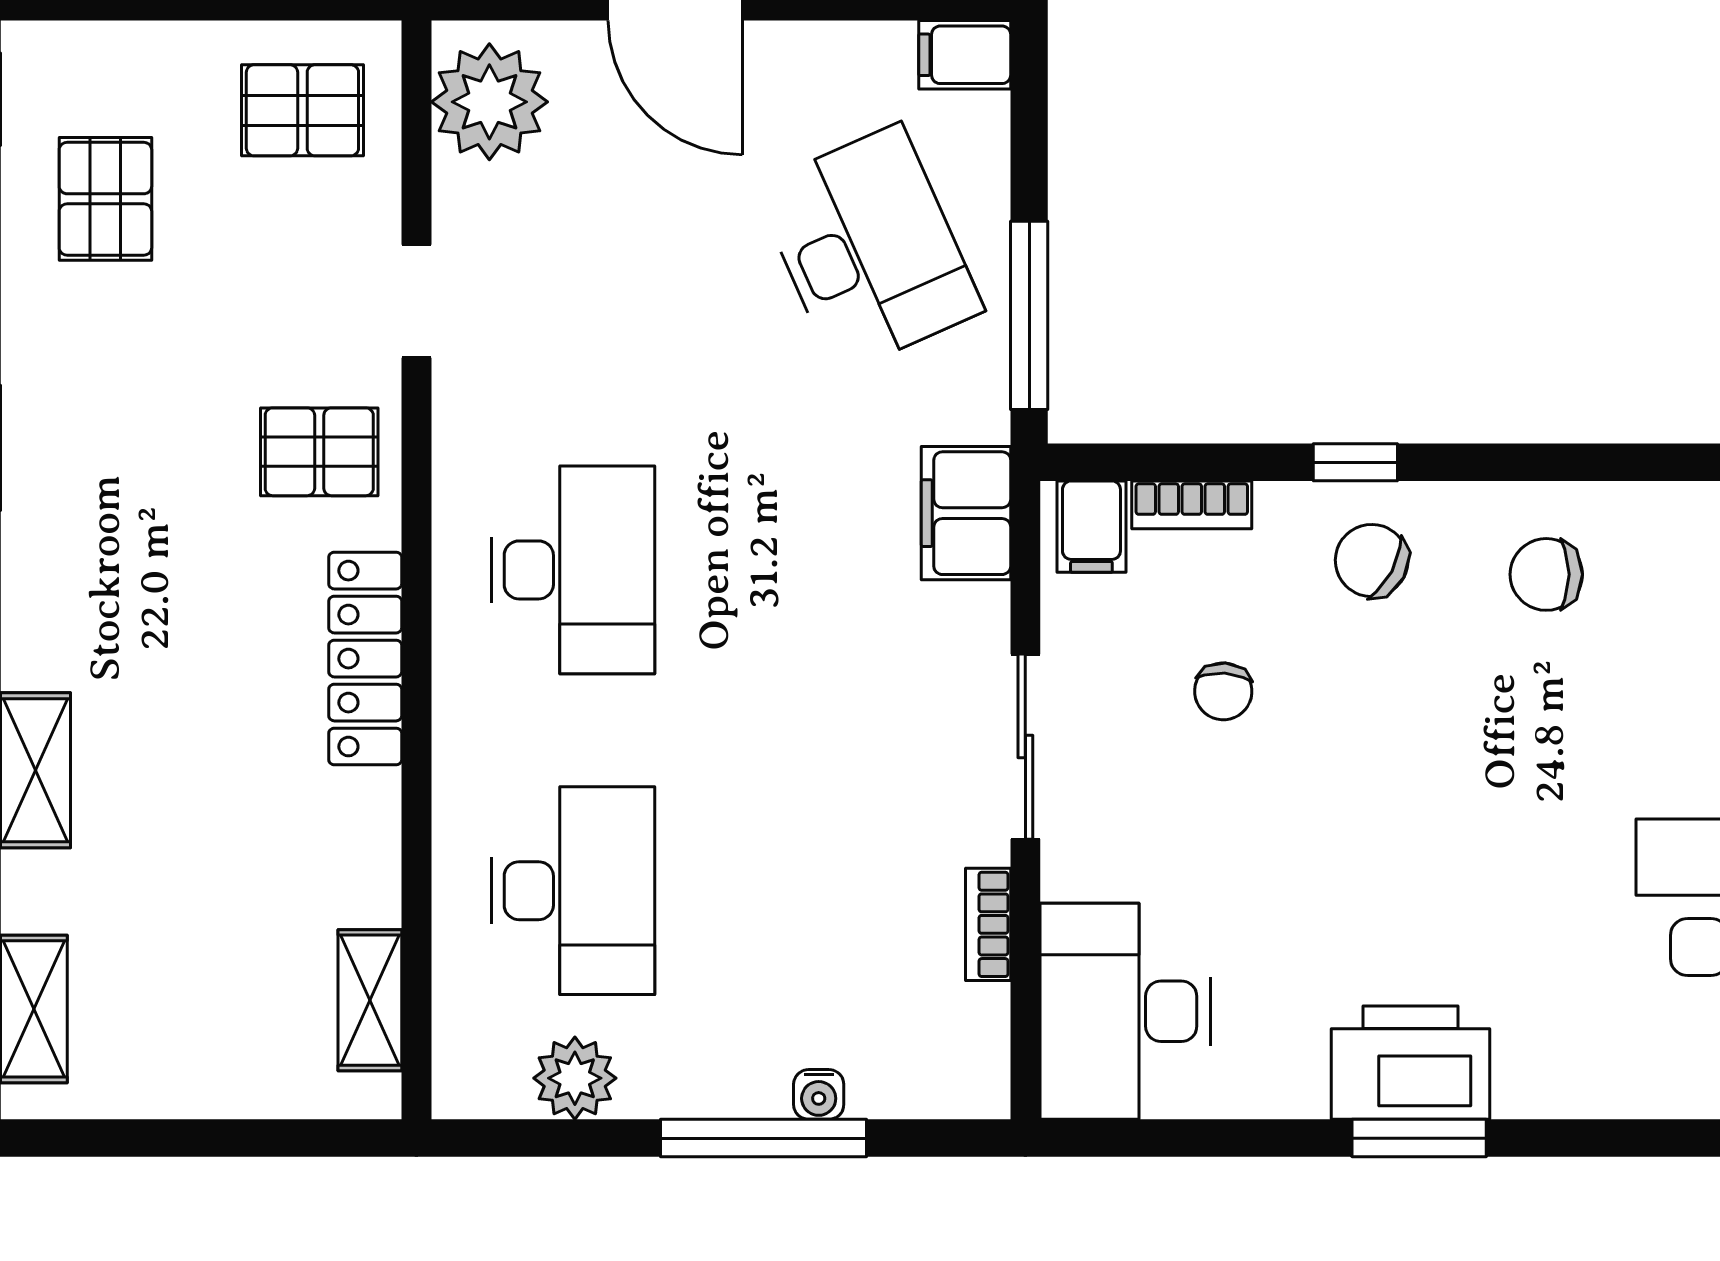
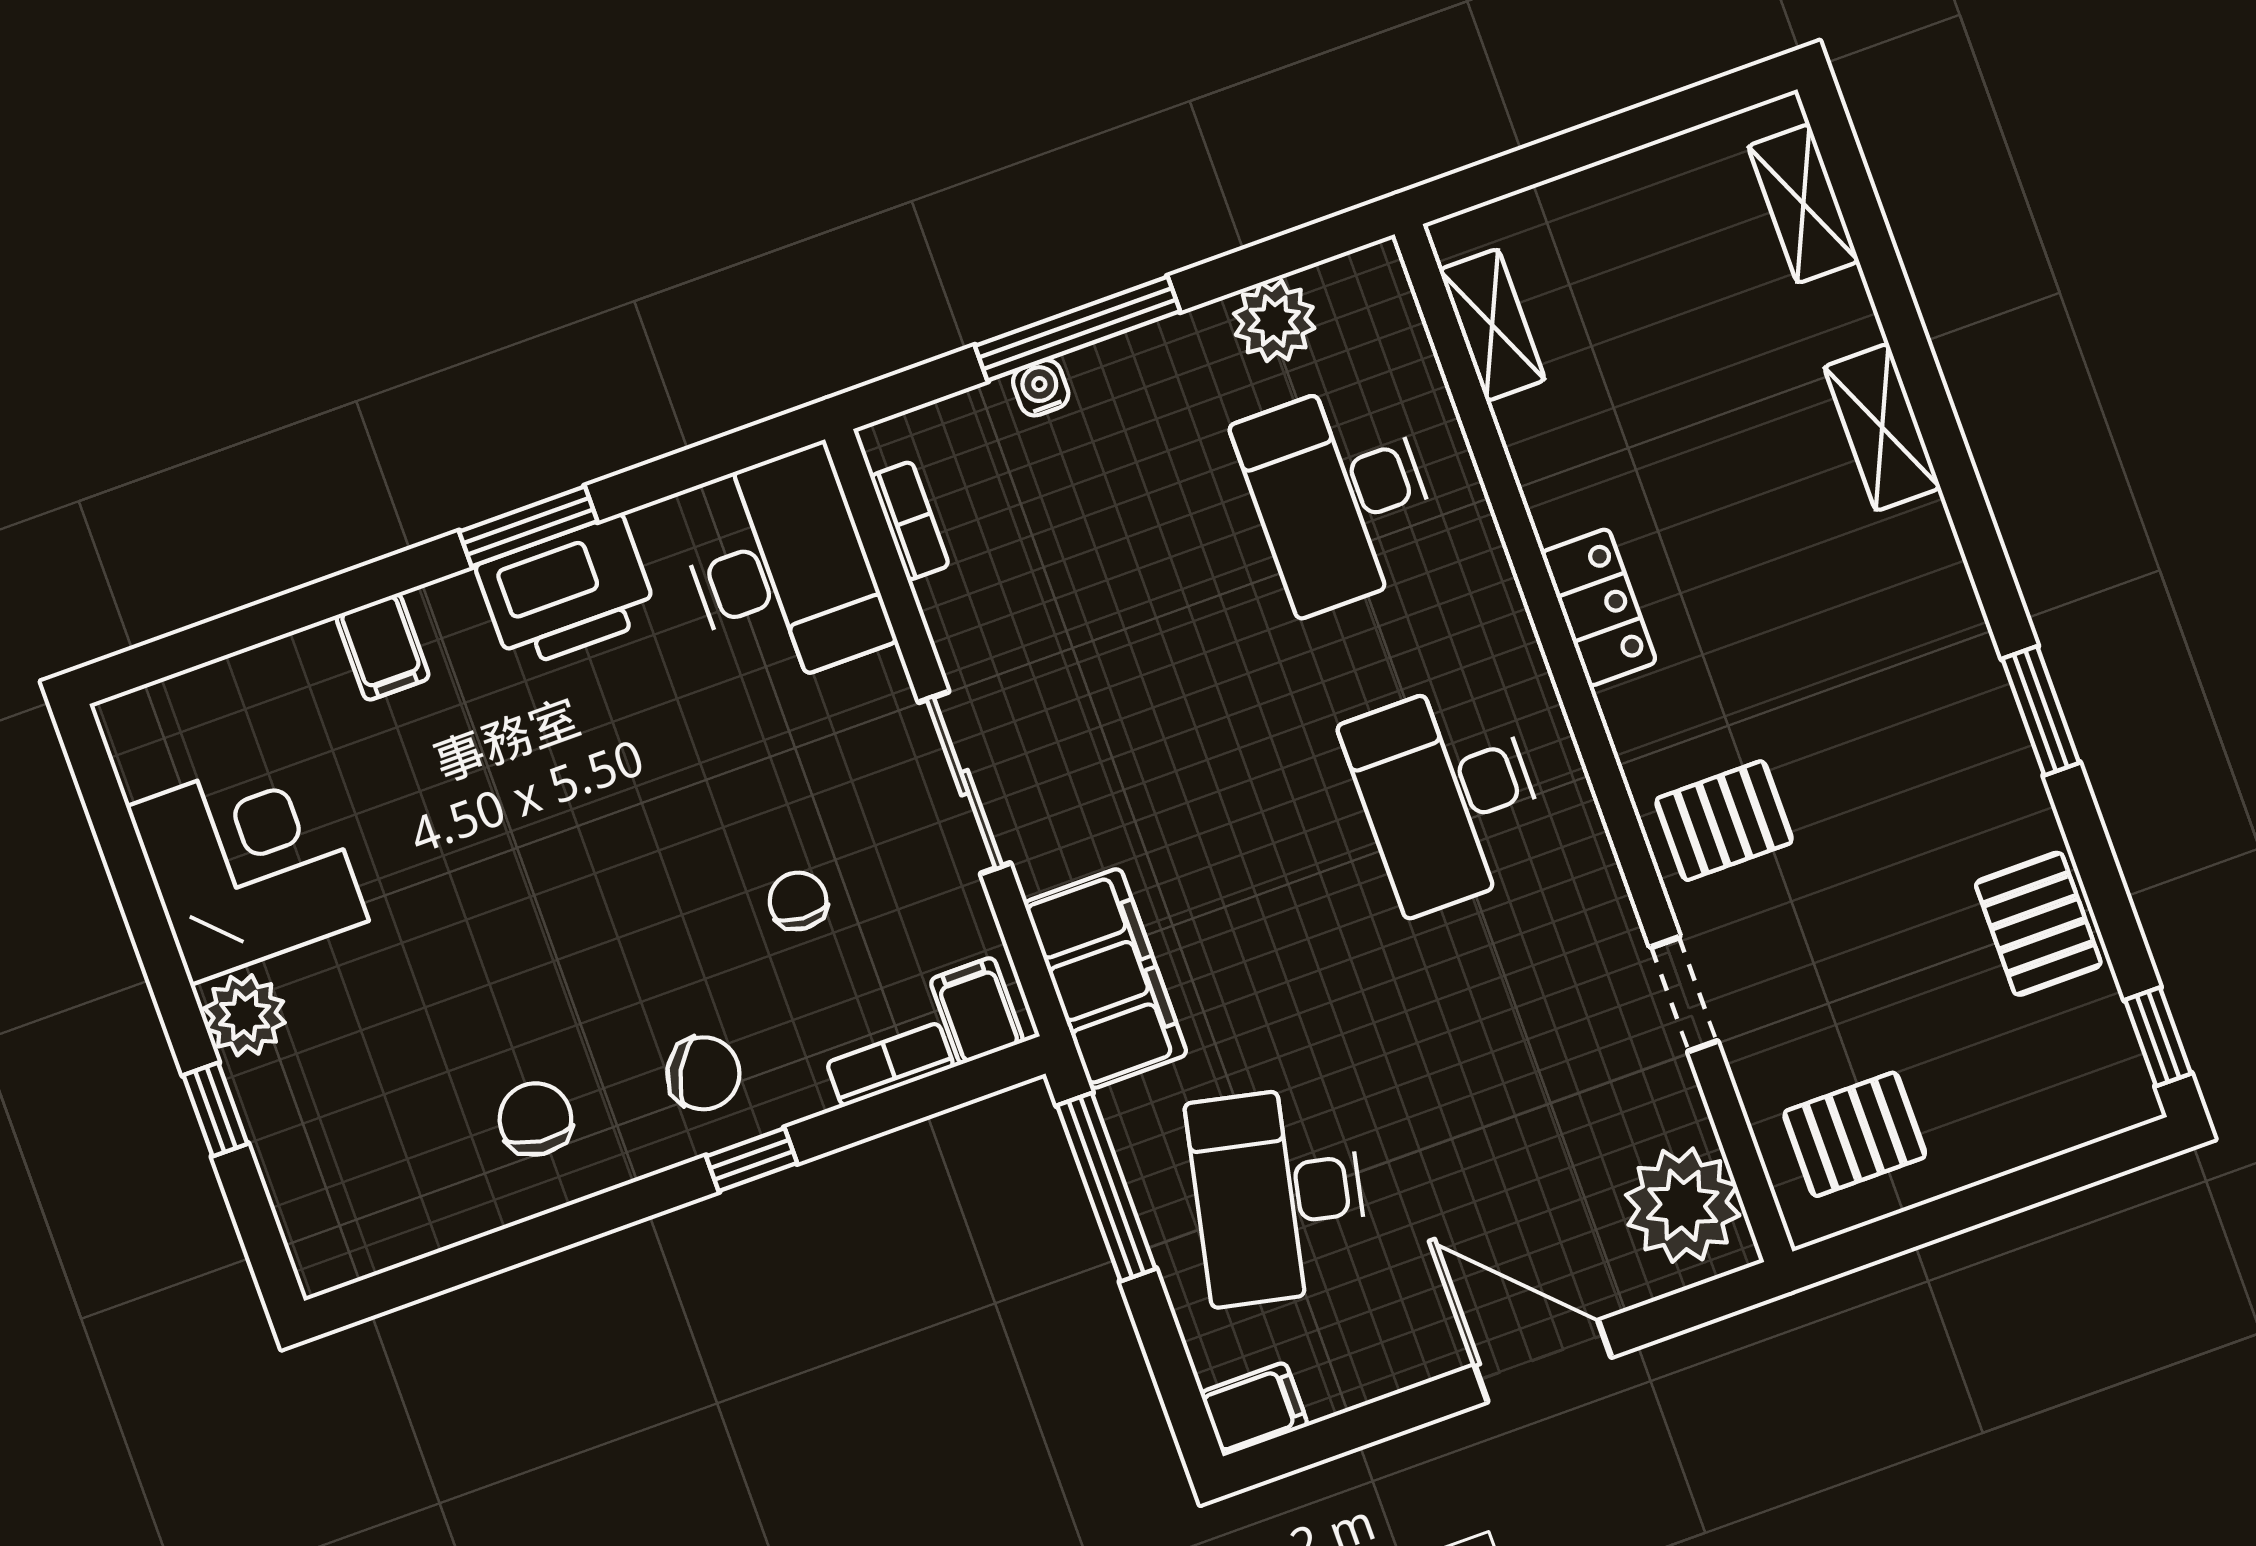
pallet: (105, 199) -> (2038, 924), moved
desk: (869, 249) -> (1278, 1195), turned 36
filing cabinet: (966, 513) -> (1106, 979), width x1.50, depth x1.17
chair: (1546, 574) -> (535, 1119), turned -83
locker: (365, 659) -> (1599, 607), width x0.66
bookcase: (988, 924) -> (910, 521), moved
printer: (1411, 1063) -> (567, 592), moved
filing cabinet: (1530, 1073) -> (383, 647), added
window: (1419, 1138) -> (528, 526), moved

